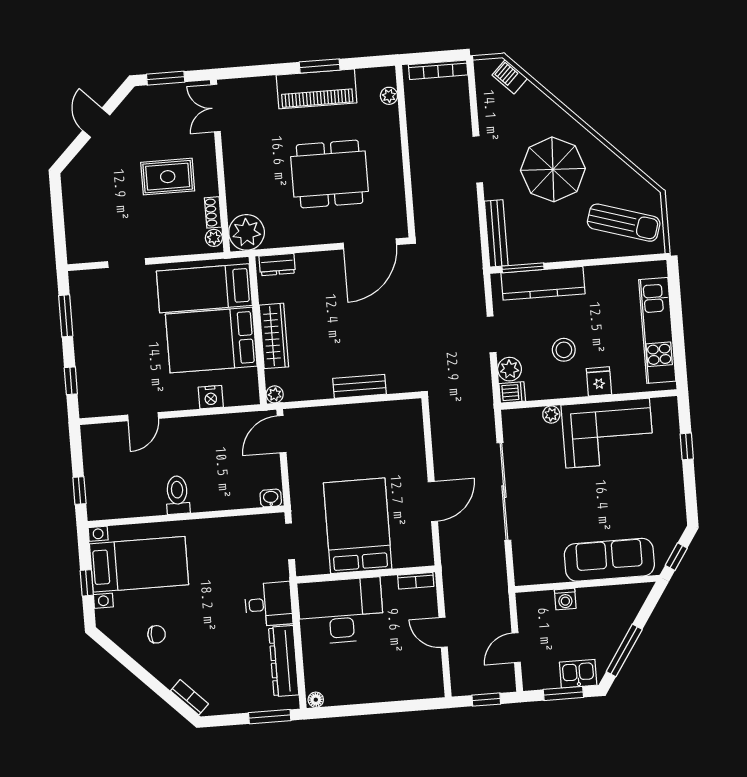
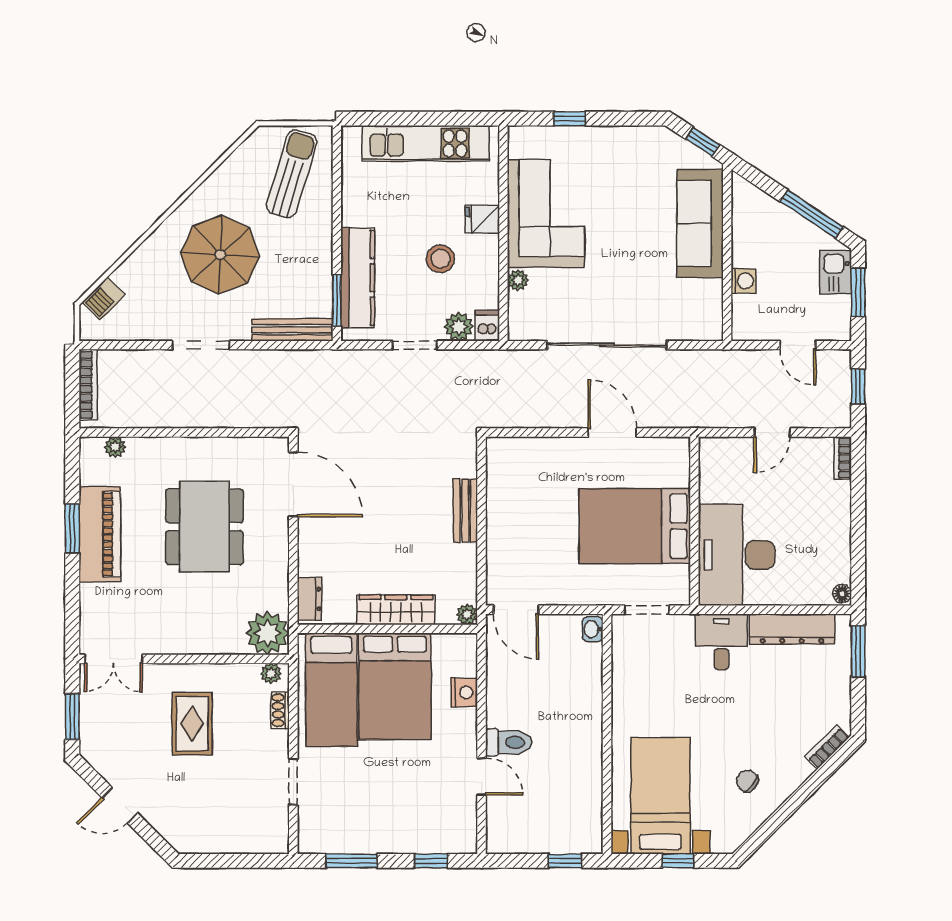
shoe rack: (213, 212) -> (280, 710), moved, turned 90
toilet: (177, 495) -> (509, 742), moved, turned 180
bookcase: (416, 581) -> (843, 458), moved, turned 180
chair: (157, 634) -> (747, 781), turned -53

